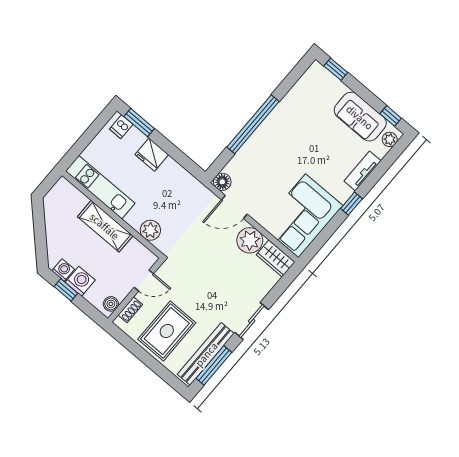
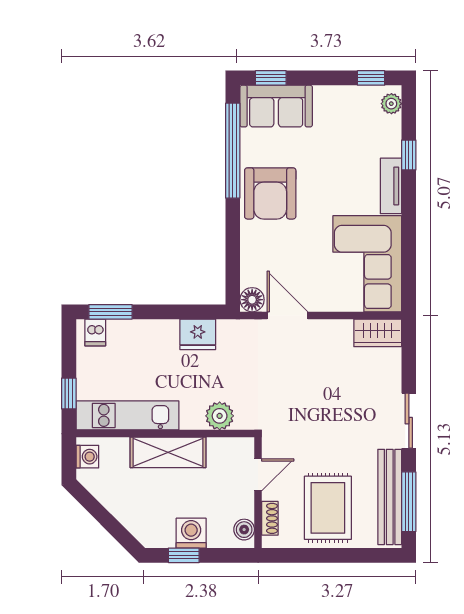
sofa: (360, 117) -> (276, 106), moved
window: (253, 124) -> (233, 151), moved
armchair: (282, 132) -> (270, 193), added
window: (78, 148) -> (69, 394), added
fridge: (152, 155) -> (198, 334), moved
tv unit: (363, 171) -> (391, 186), moved
window: (351, 204) -> (409, 155), moved
door: (234, 207) -> (288, 315), swing flipped
plant: (250, 240) -> (334, 337), removed
washing machine: (63, 270) -> (87, 457), moved, turned 90

